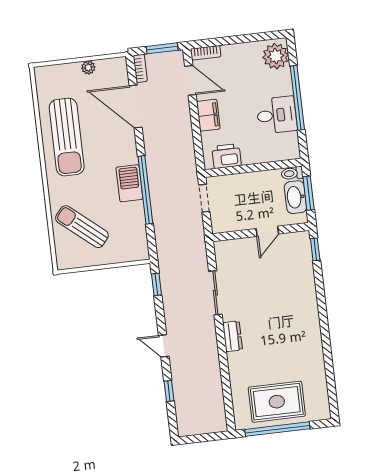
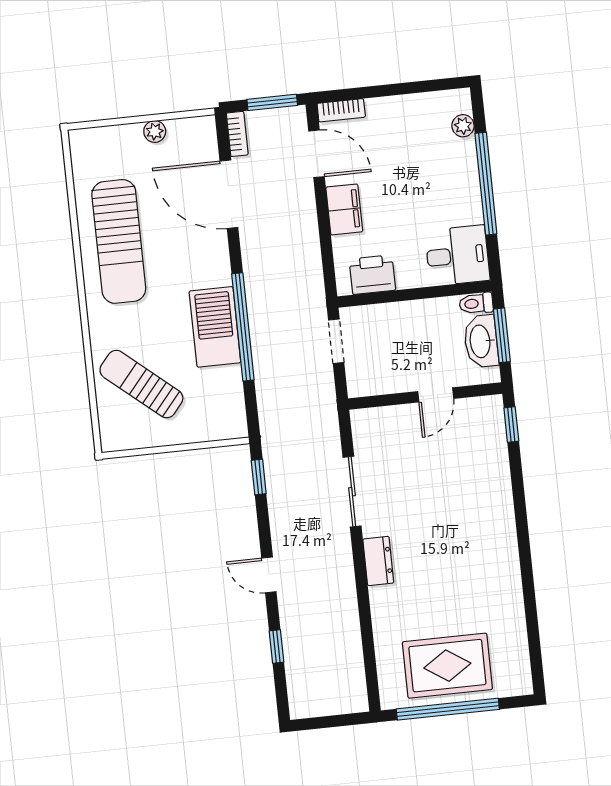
plant: (276, 56) -> (463, 126), width x0.53, depth x0.53
desk: (277, 115) -> (457, 256), moved
barbecue: (129, 183) -> (215, 327), width x1.37, depth x1.21

